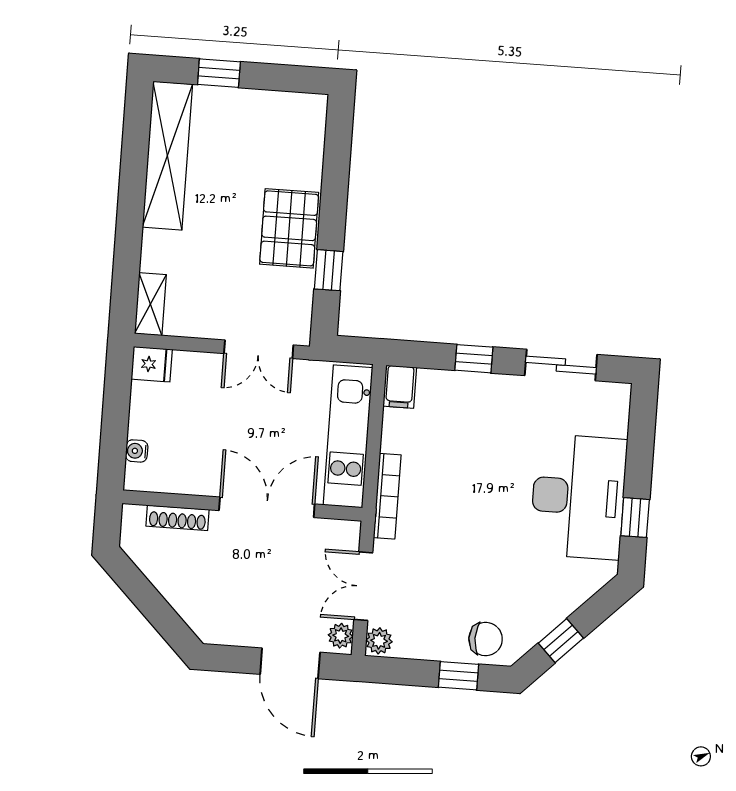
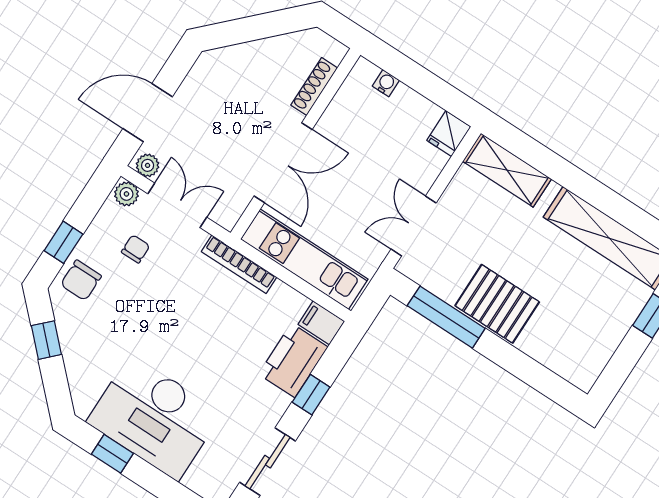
window: (329, 270) -> (446, 317), width x2.17
shelving: (150, 304) -> (507, 170), width x1.50, depth x1.33
printer: (451, 394) -> (293, 360), added
chair: (427, 603) -> (136, 249), added

